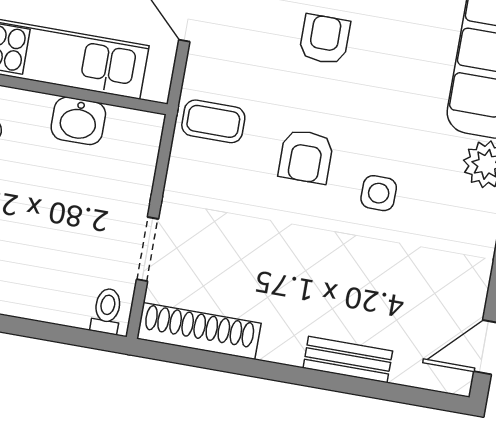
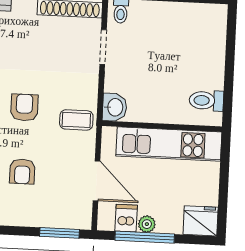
washbasin: (78, 121) -> (115, 107), moved, turned 90

